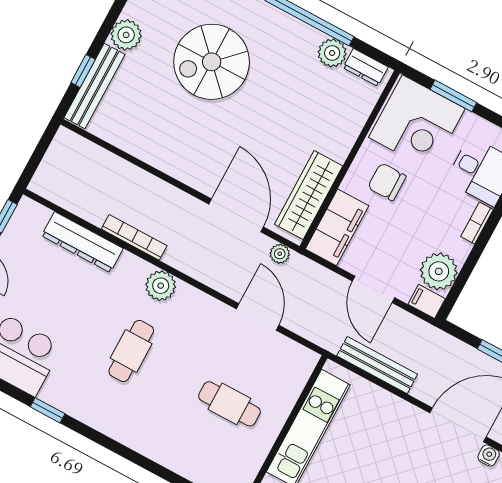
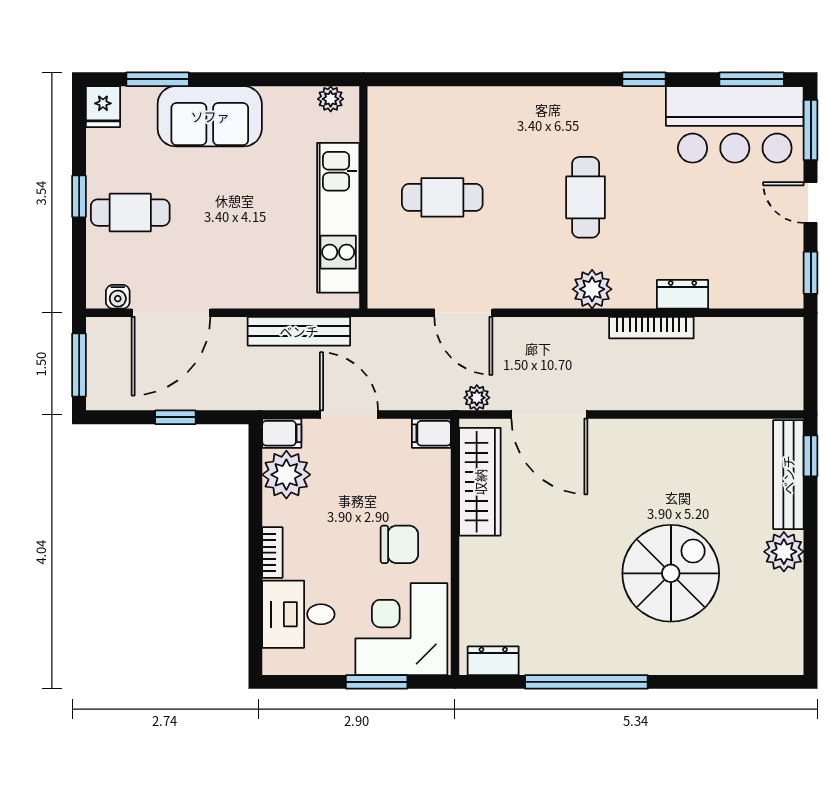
plant: (332, 53) -> (540, 657), removed
window: (83, 71) -> (811, 456), moved
filing cabinet: (337, 227) -> (431, 433), width x0.33, depth x0.86
dresser: (82, 242) -> (682, 294), width x0.51, depth x0.80

